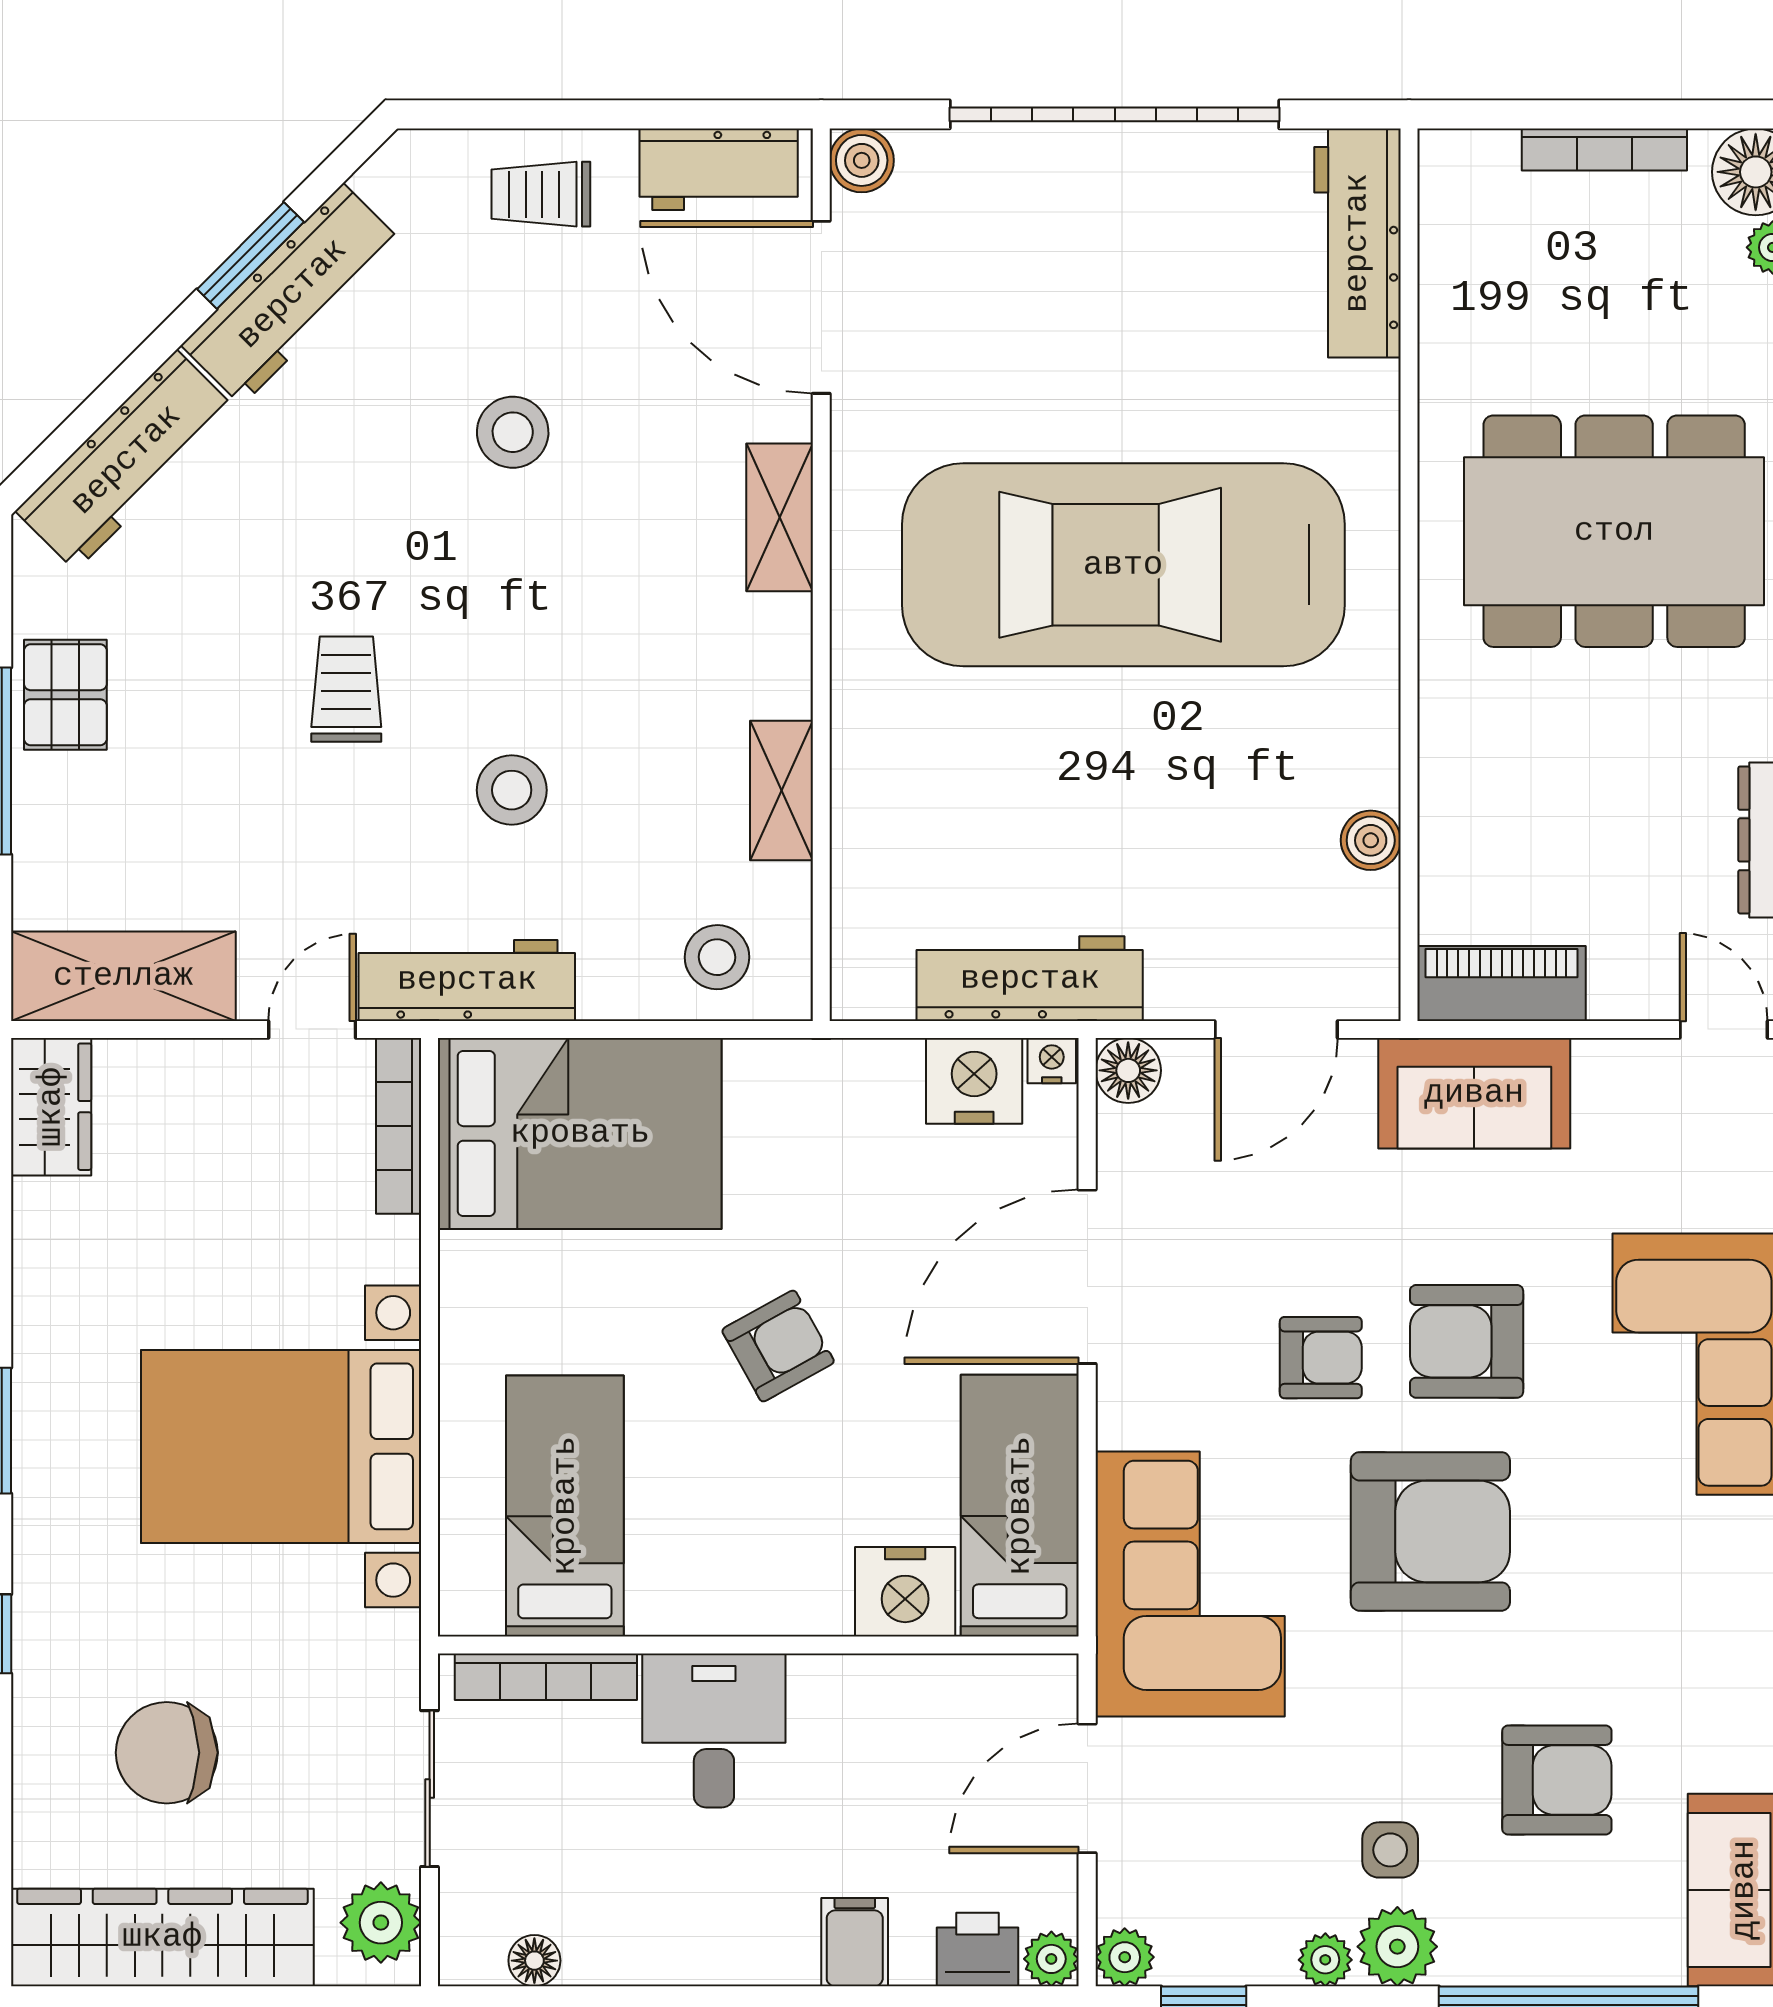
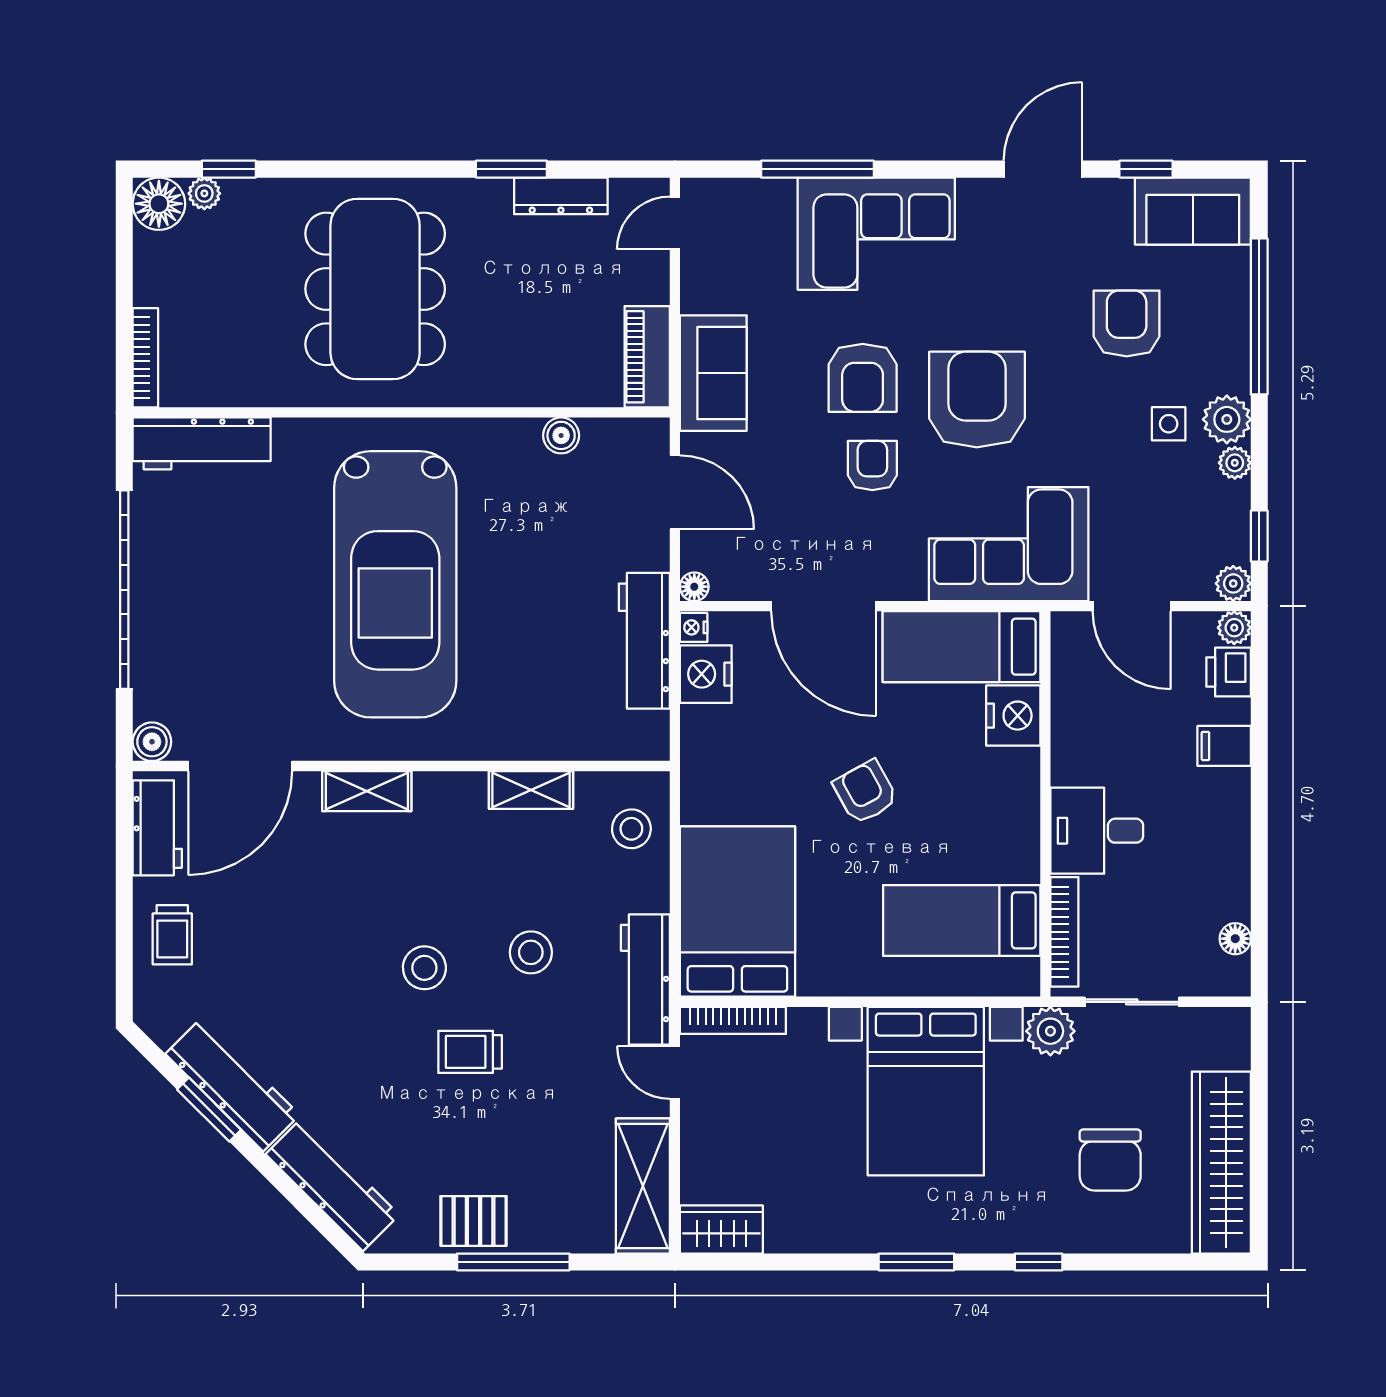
bookcase: (1604, 150) -> (145, 358), moved
stool: (513, 432) -> (424, 968), moved
floor lamp: (1128, 1070) -> (694, 587), width x0.73, depth x0.73
plant: (381, 1923) -> (1050, 1031), moved

